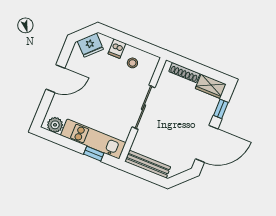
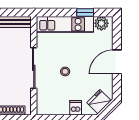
stool: (132, 63) -> (65, 71), moved
window: (94, 154) -> (85, 12), moved

